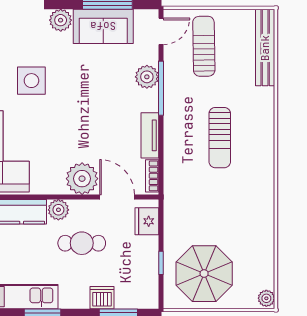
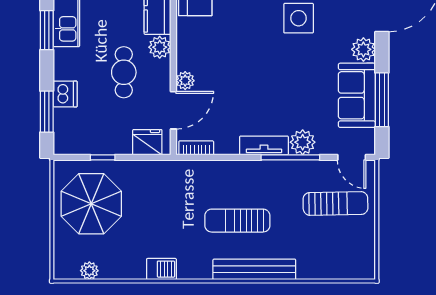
bench: (265, 48) -> (254, 269), moved
tv unit: (150, 135) -> (264, 145), moved
plant: (82, 179) -> (185, 81), width x0.53, depth x0.53
barbecue: (265, 208) -> (161, 269), added
plant: (266, 298) -> (89, 271), moved

